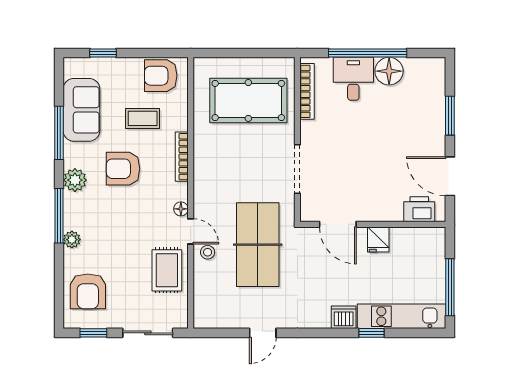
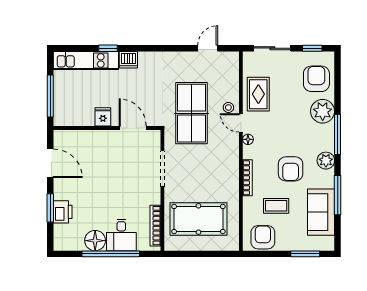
window: (103, 53) -> (305, 254), width x1.50
armchair: (161, 76) -> (263, 237), turned -90
armchair: (123, 169) -> (291, 169), turned 90
printer: (419, 209) -> (63, 212), moved, turned -90
plant: (72, 240) -> (323, 111), width x1.87, depth x1.87
window: (450, 287) -> (50, 96), moved
door: (263, 333) -> (208, 48), moved

